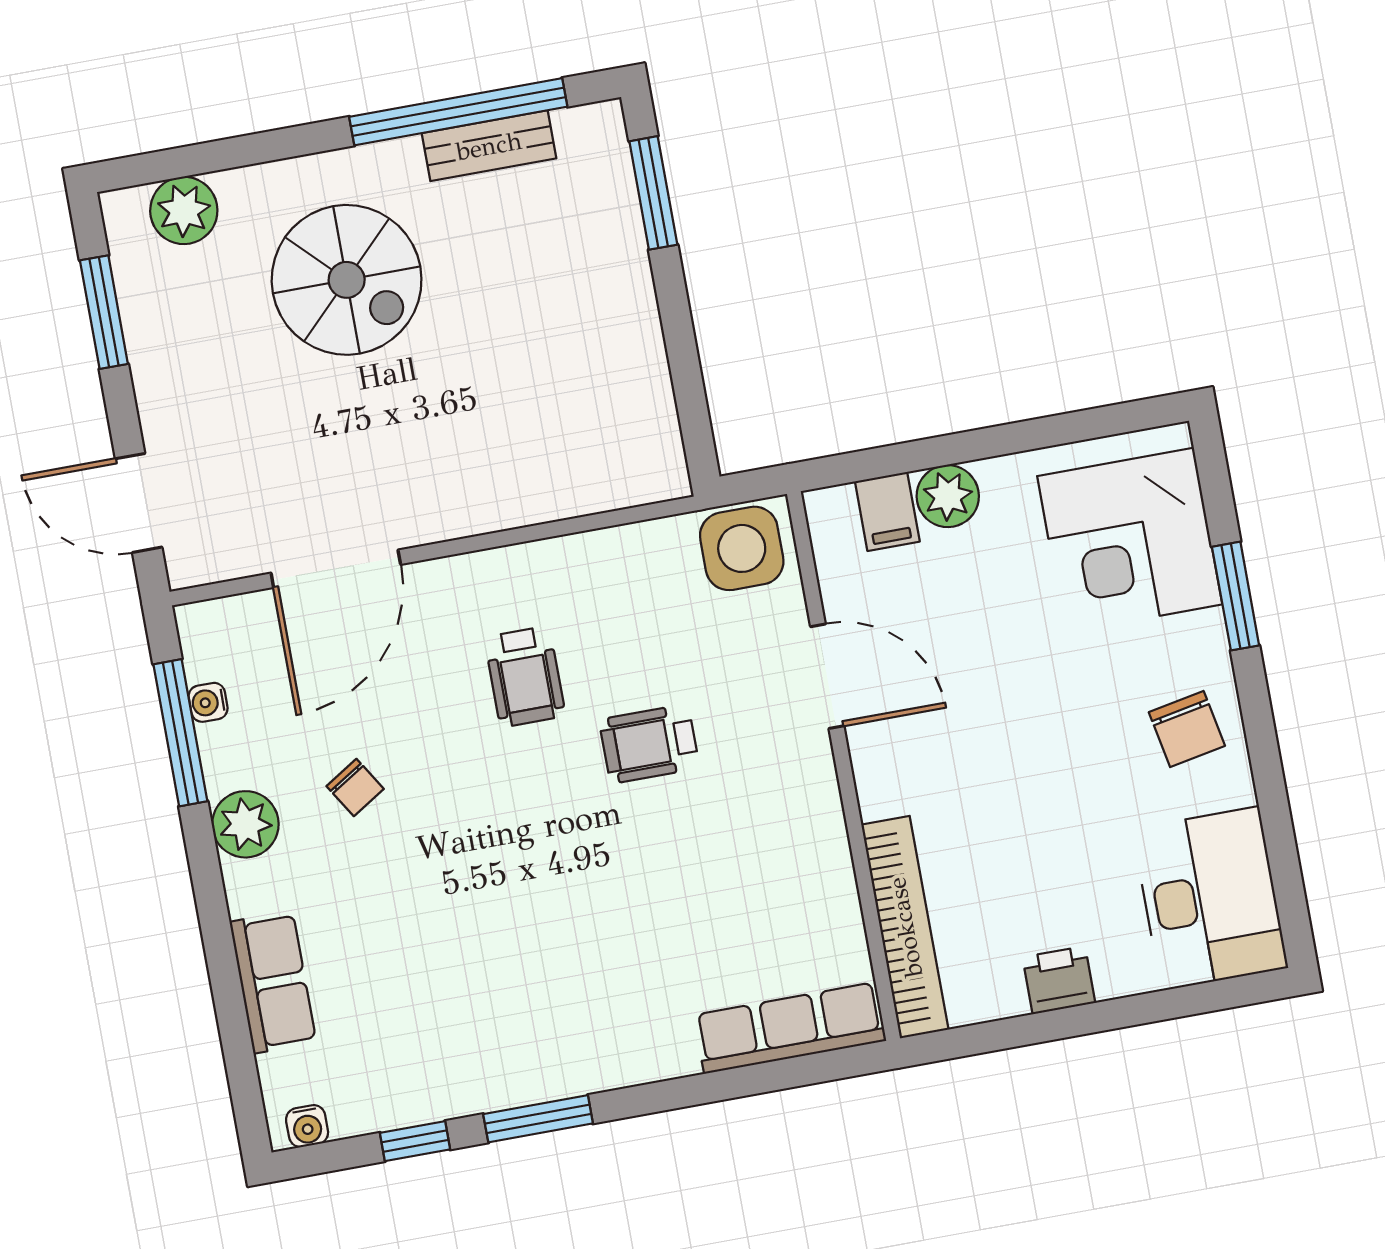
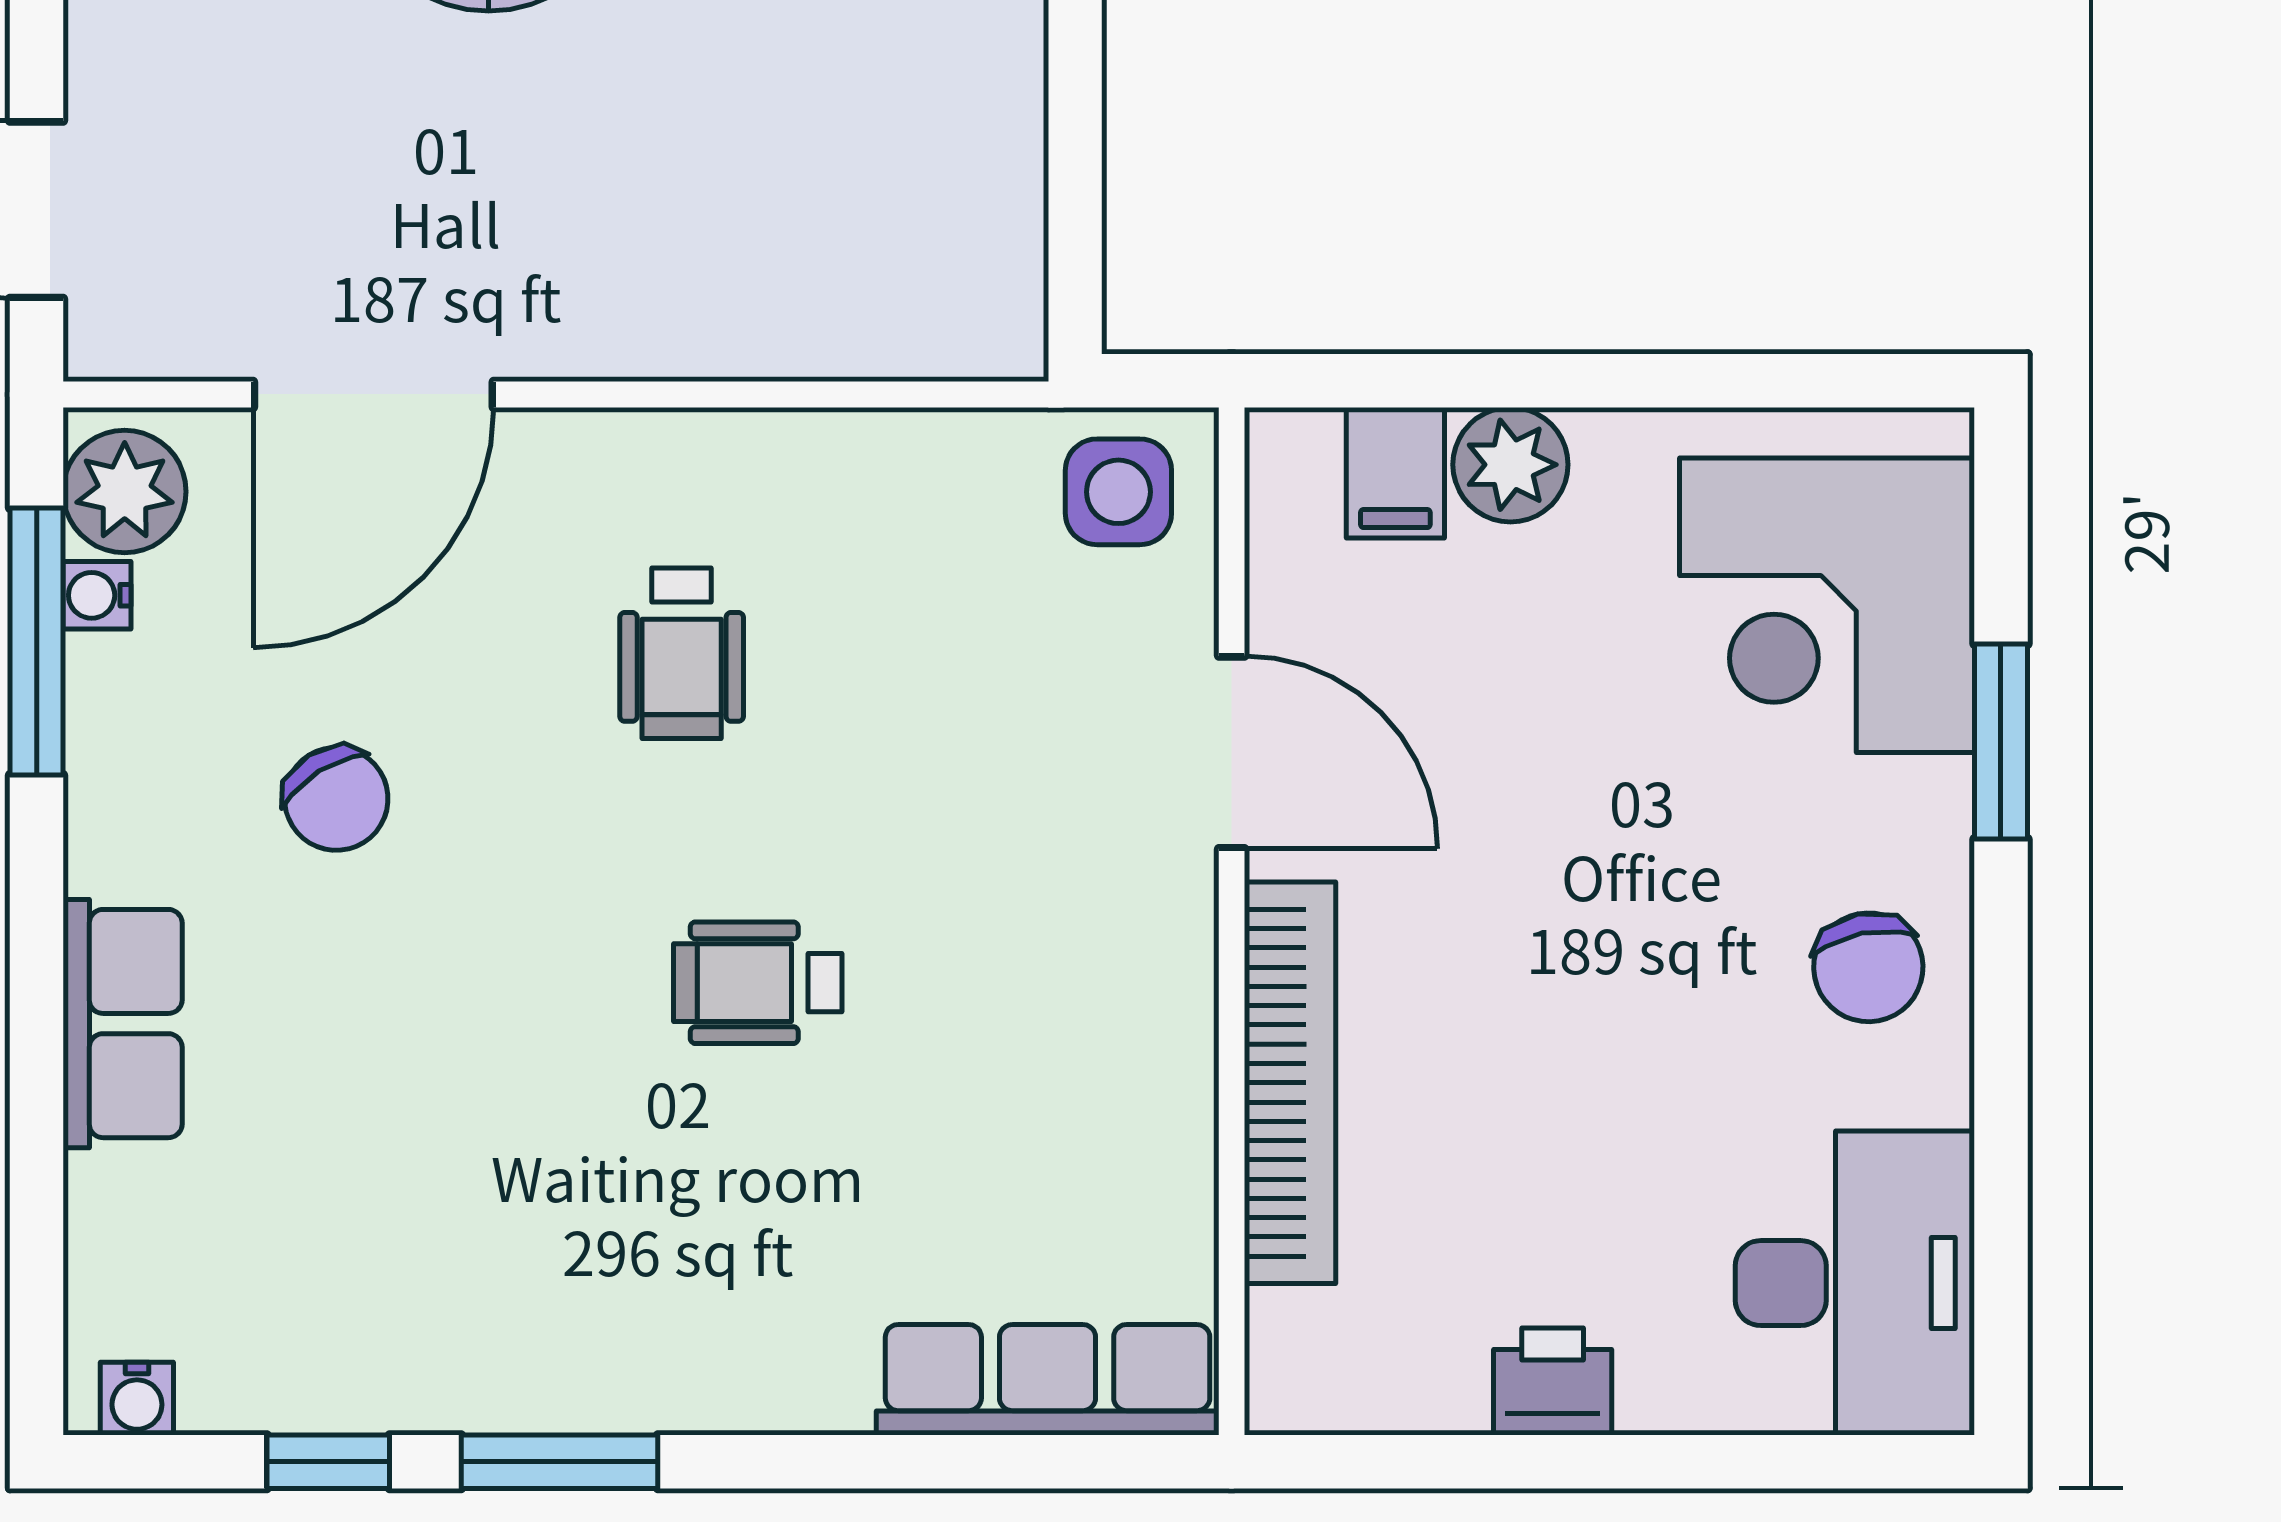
side table: (742, 548) -> (1118, 492), width x0.73, depth x0.73
wheelchair: (649, 744) -> (758, 983), moved
chair: (355, 788) -> (336, 799), width x1.37, depth x1.37
plant: (245, 824) -> (125, 492), moved
bookcase: (905, 927) -> (1290, 1083), moved
row of seats: (273, 982) -> (123, 1024), moved

